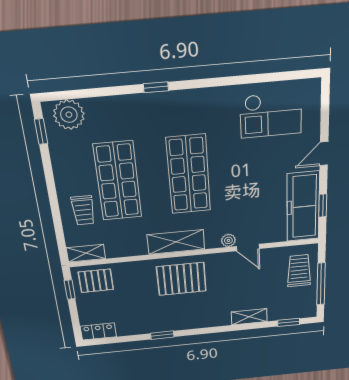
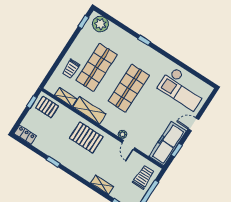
checkout: (271, 115) -> (182, 89), width x1.36, depth x1.21
shelving: (176, 242) -> (89, 110), moved
shelving: (86, 253) -> (66, 97), moved

